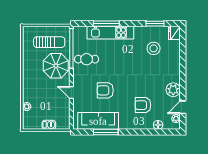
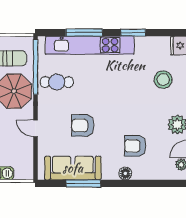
window: (155, 24) -> (133, 33), moved
kitchen unit: (110, 33) -> (90, 45), width x1.36
stool: (154, 48) -> (163, 80), moved
floor lamp: (158, 125) -> (125, 173), moved

